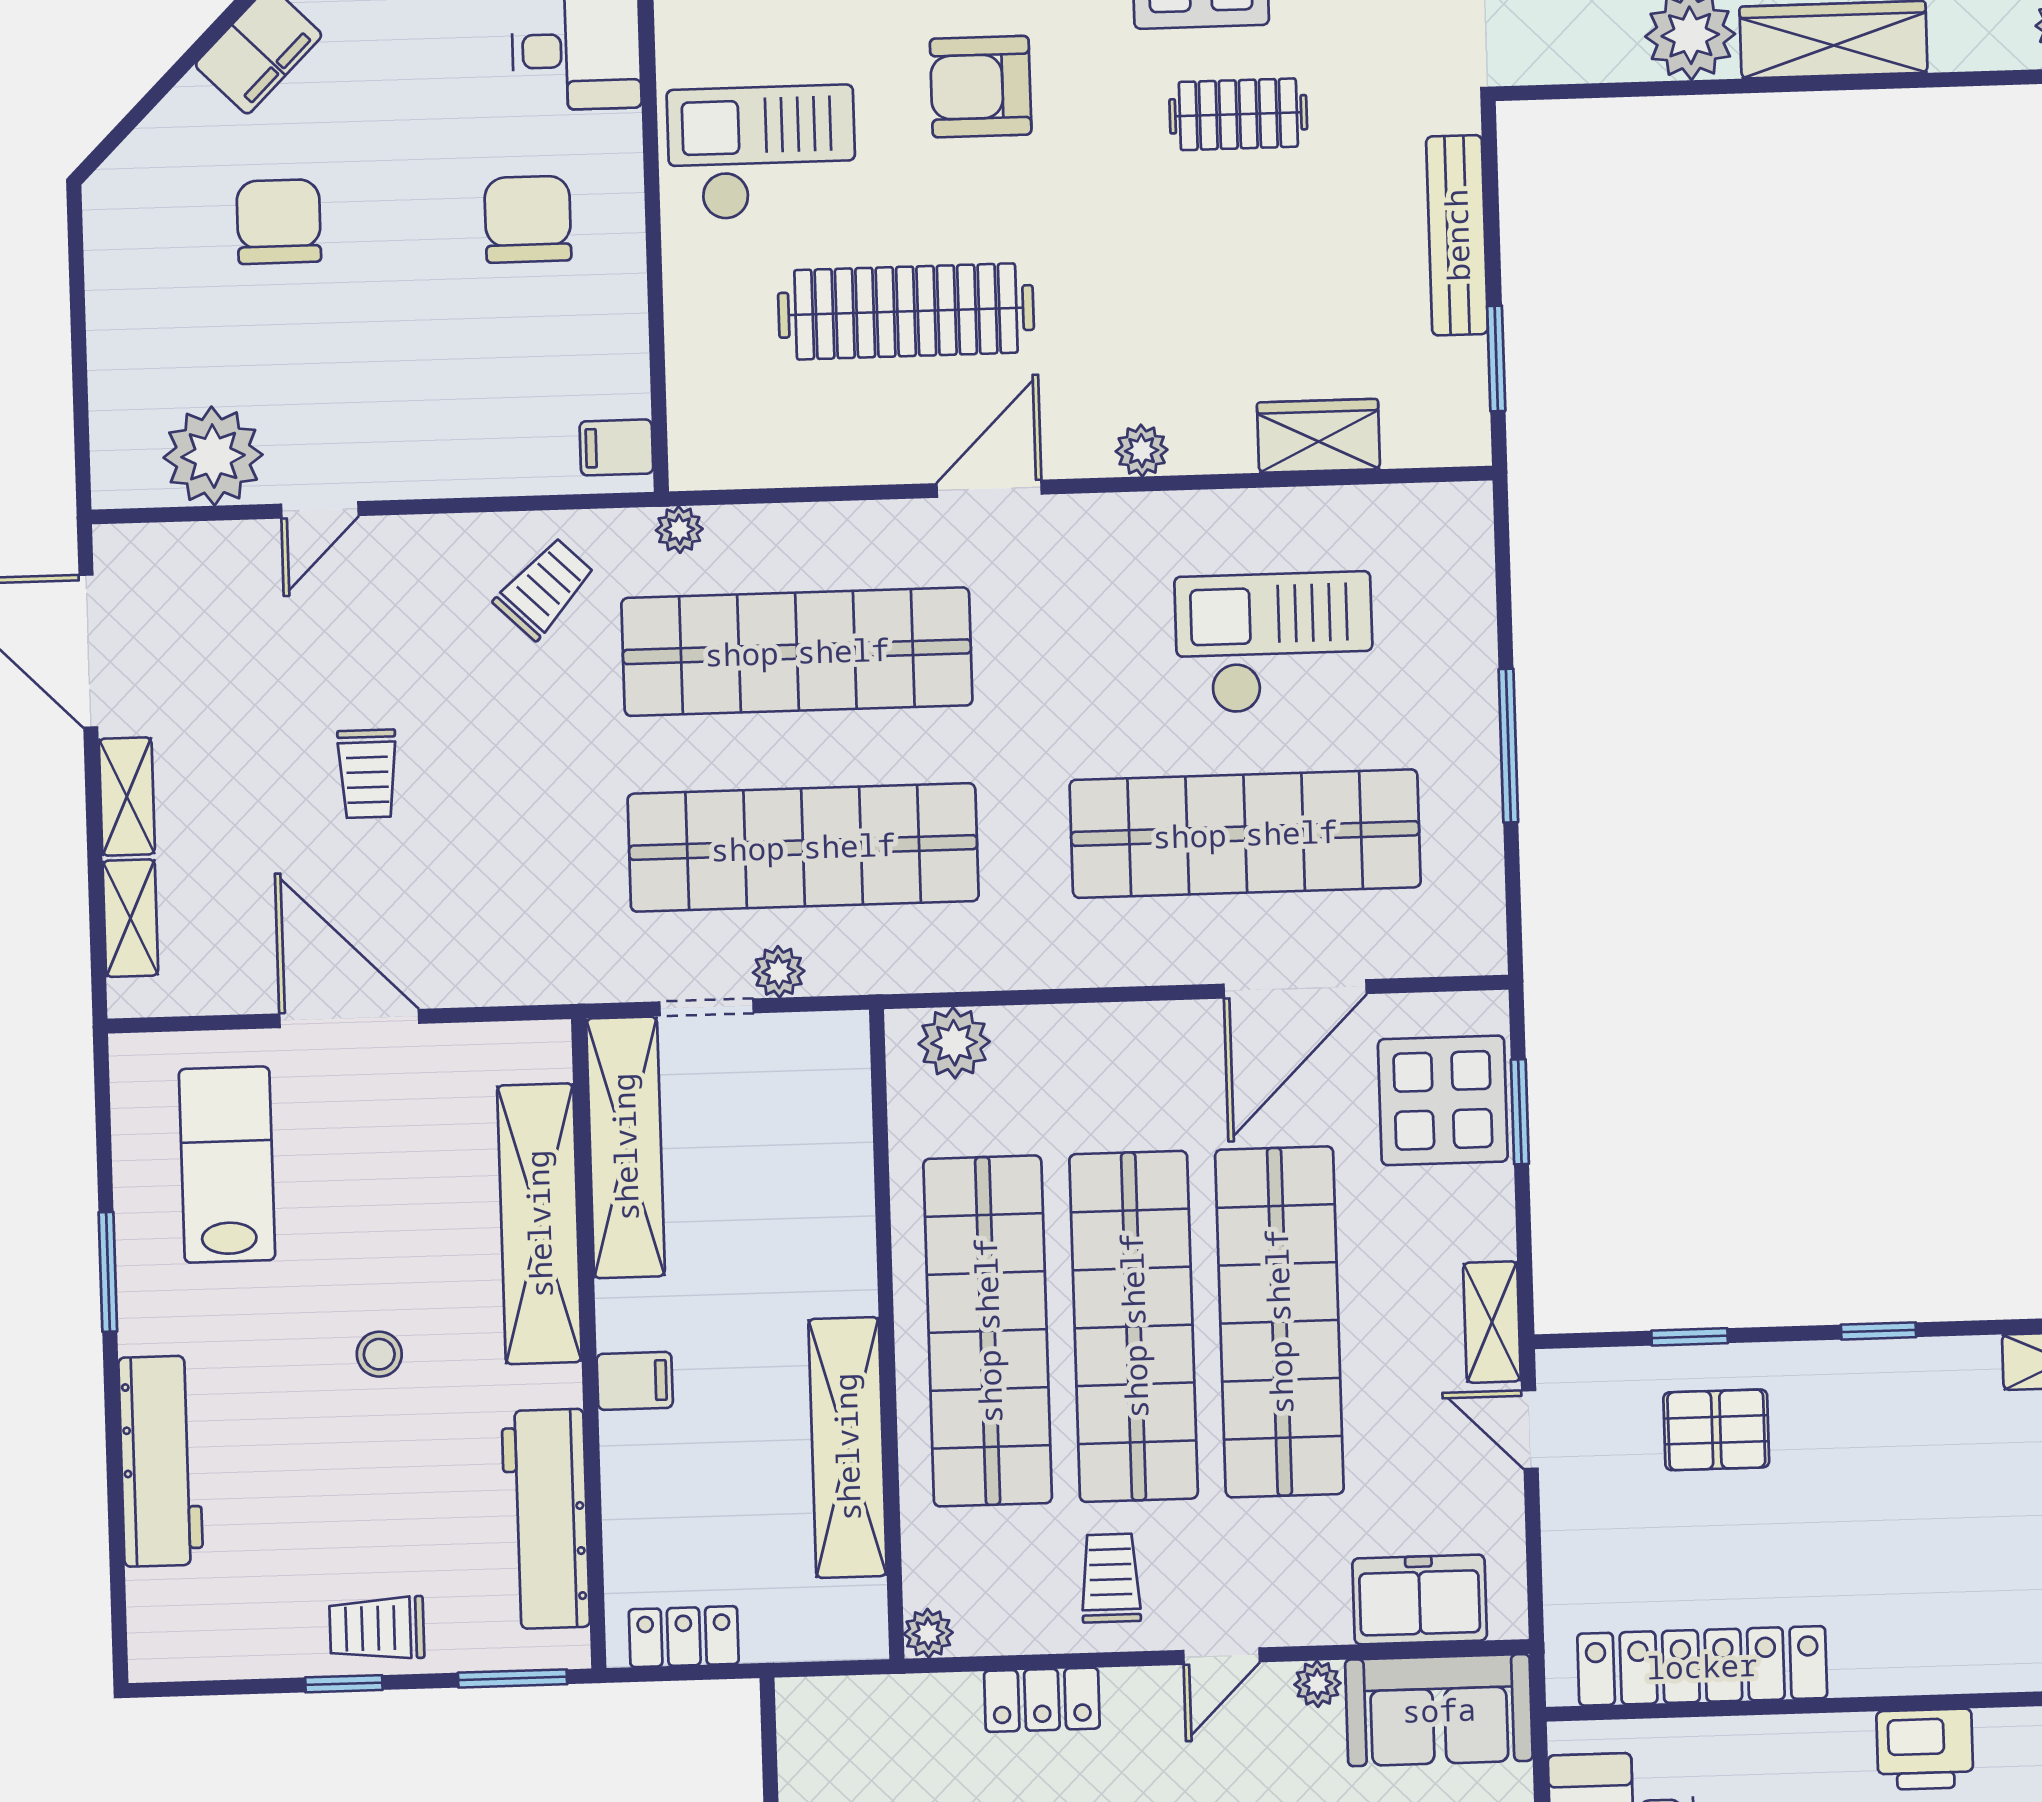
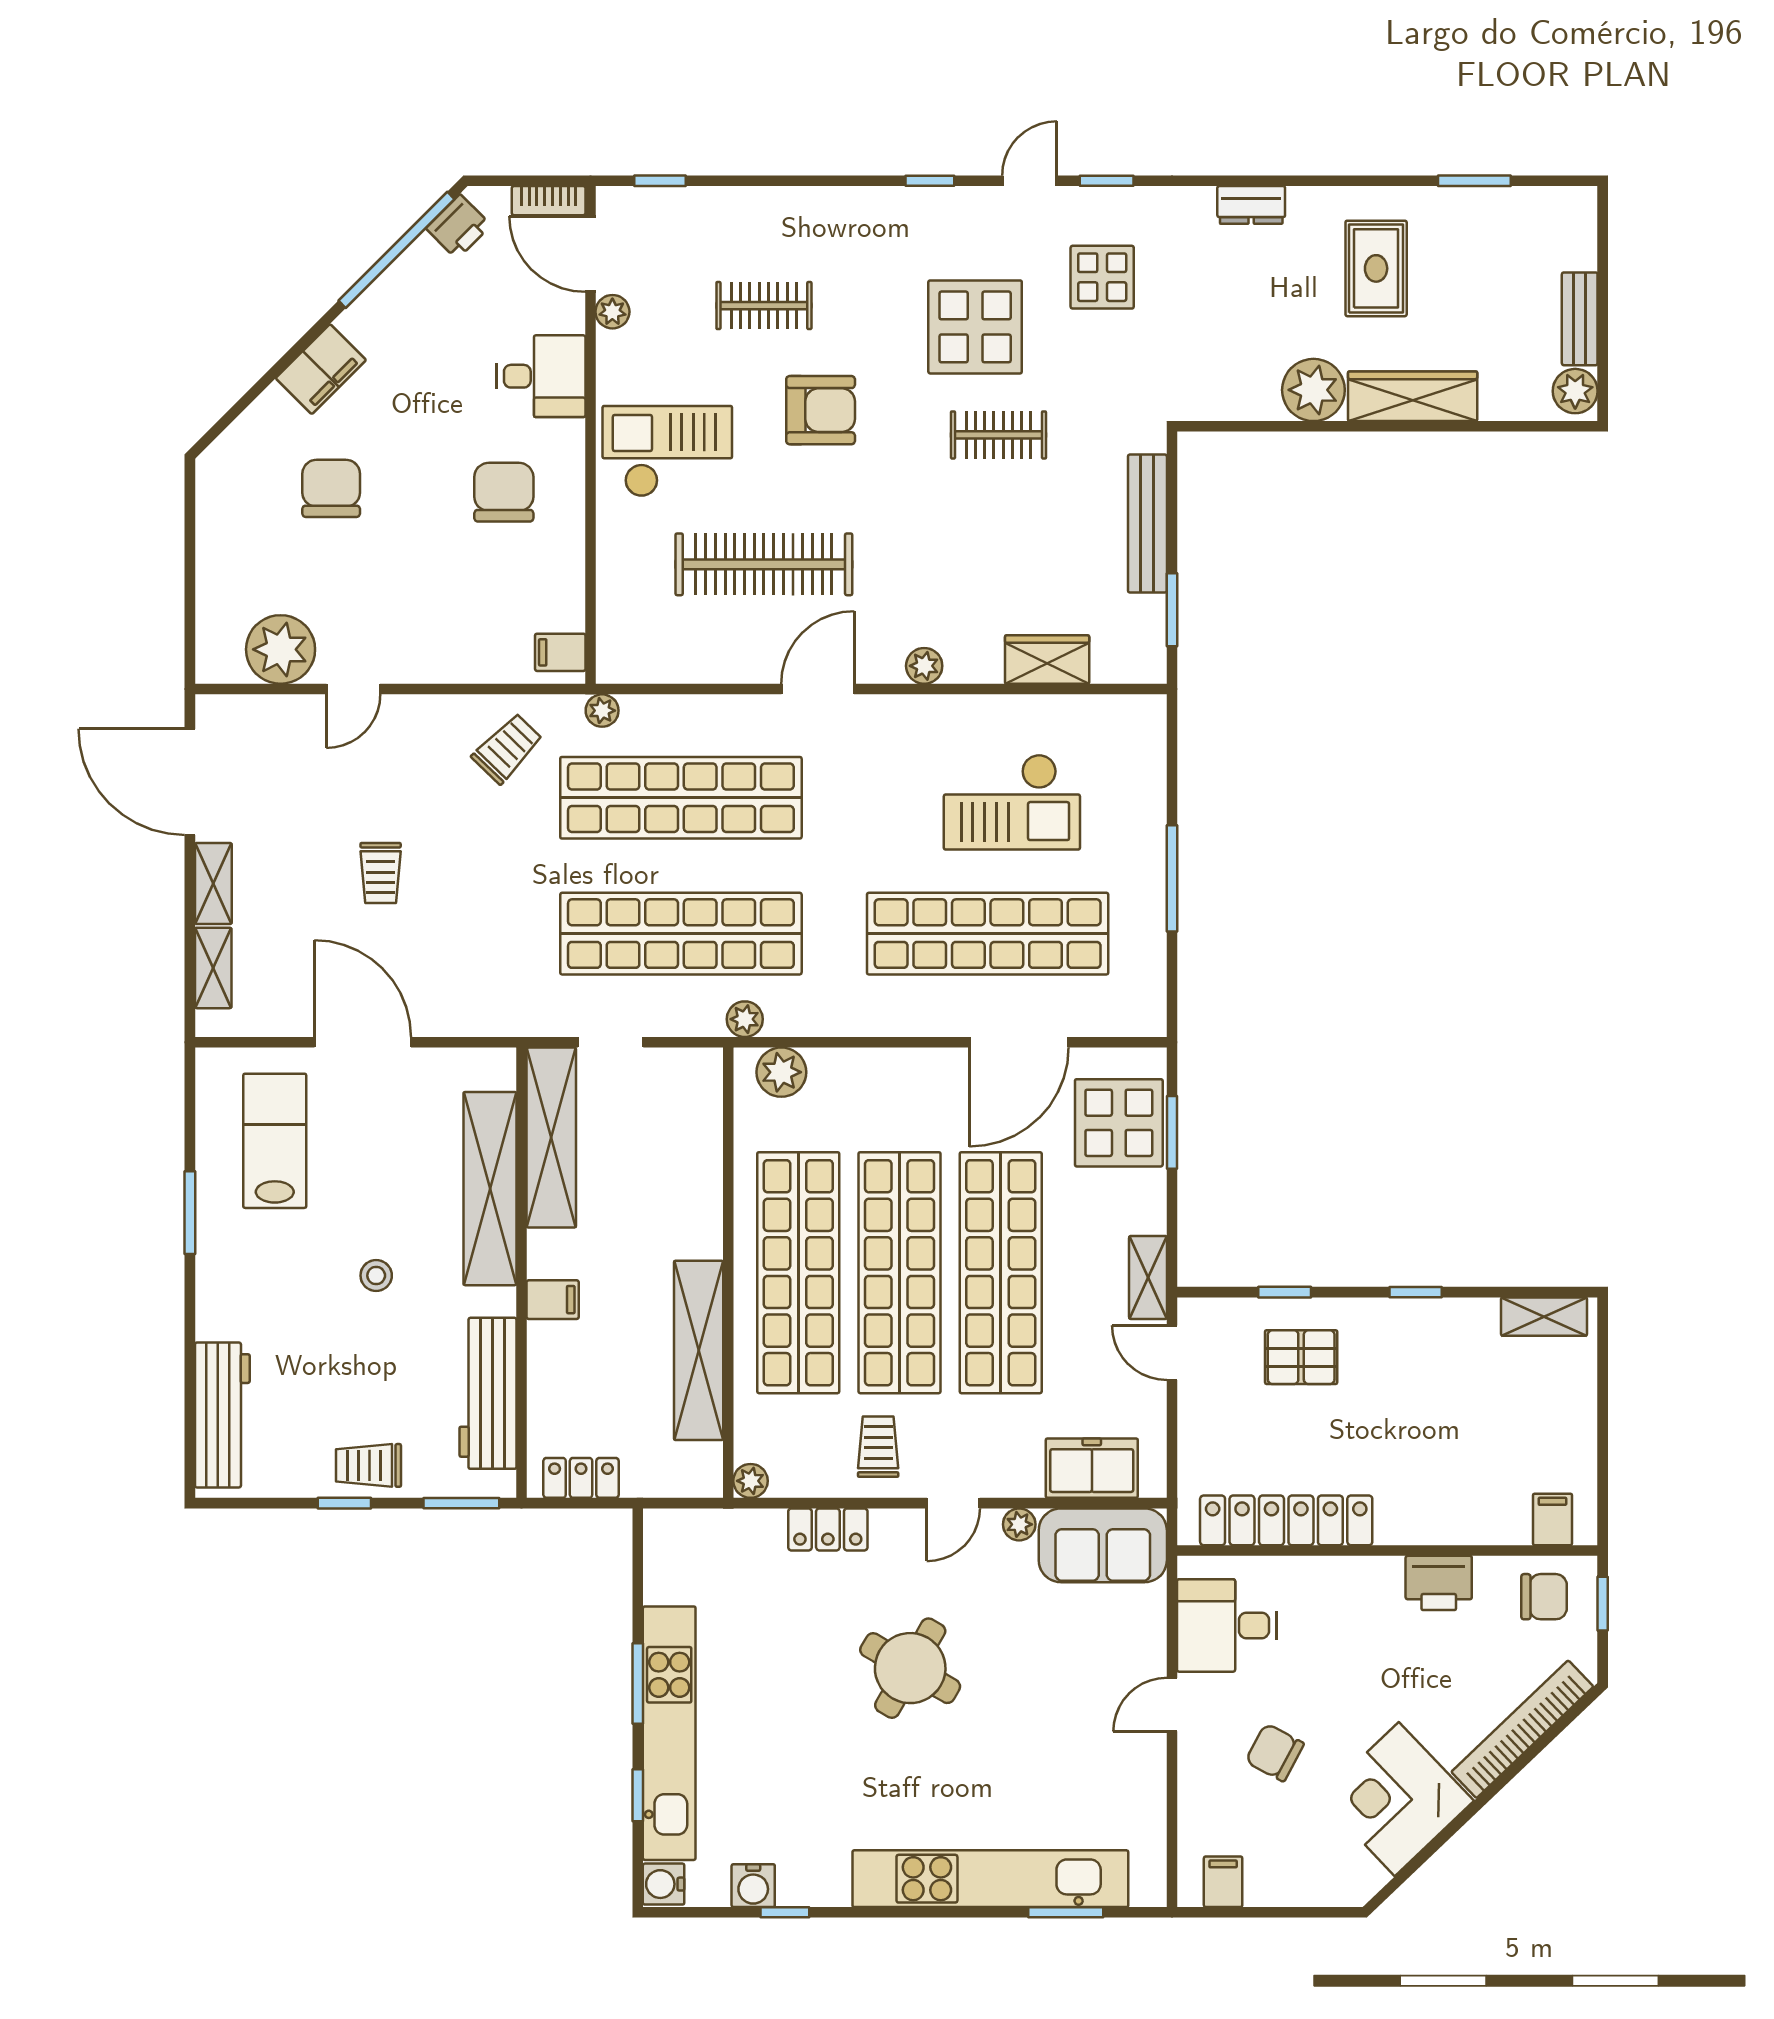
armchair: (981, 87) -> (821, 410), turned 180
checkout: (1274, 643) -> (1012, 802), turned 180
plant: (779, 972) -> (745, 1019), moved
workbench: (161, 1461) -> (222, 1415), moved

